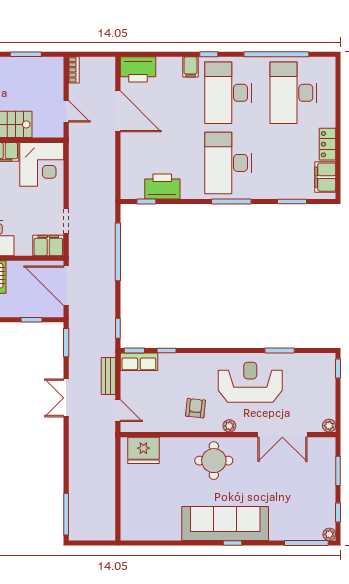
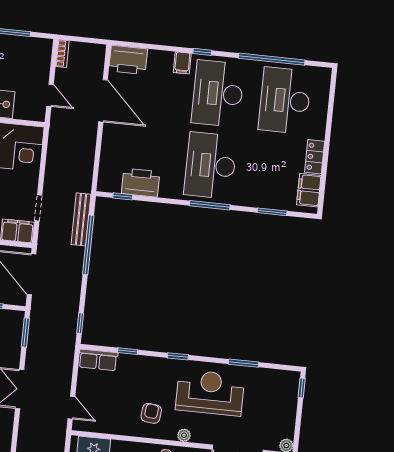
window: (134, 350) -> (178, 356), moved
bench: (108, 376) -> (81, 219), moved, width x1.36

